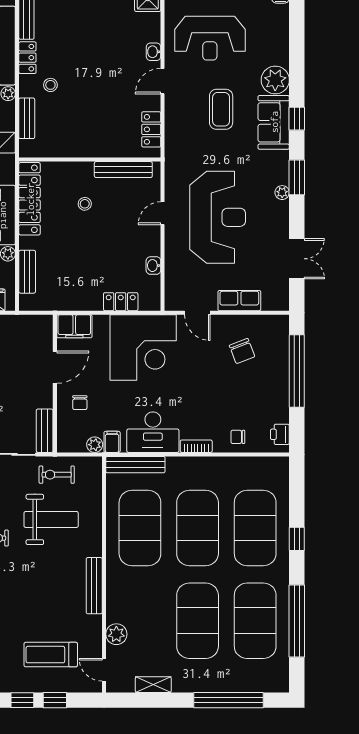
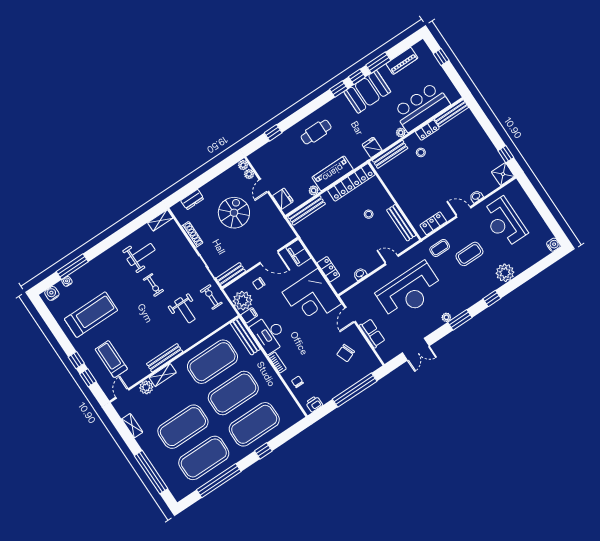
bench: (27, 118) -> (390, 154), width x1.36
sofa: (274, 122) -> (481, 287), removed
coffee table: (188, 142) -> (440, 248), added
bench: (27, 272) -> (307, 210), width x1.36
plant: (95, 445) -> (243, 301), width x1.87, depth x1.87
weight bench: (51, 519) -> (185, 310), width x0.73, depth x0.75
shelving: (115, 603) -> (163, 375), added

